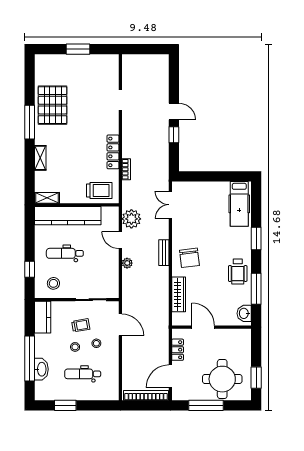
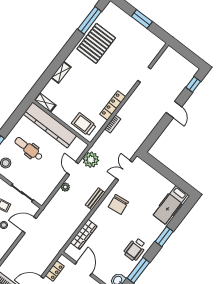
window: (30, 122) -> (90, 20), moved
window: (174, 135) -> (193, 84), moved
trolley: (99, 191) -> (84, 124), turned 180
chair: (189, 258) -> (118, 204), moved
door: (120, 325) -> (29, 225), swing flipped

